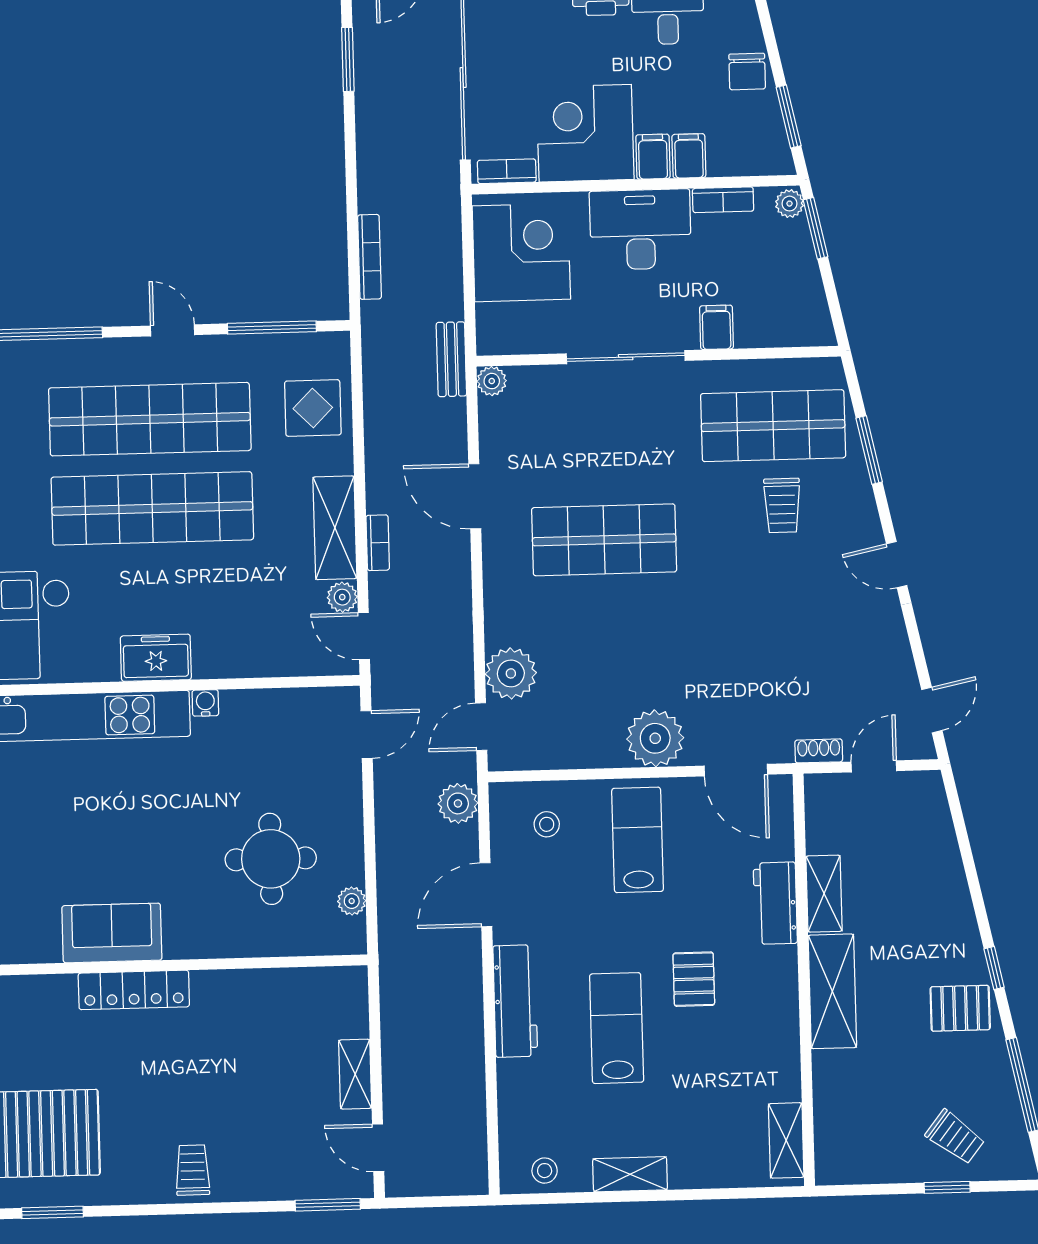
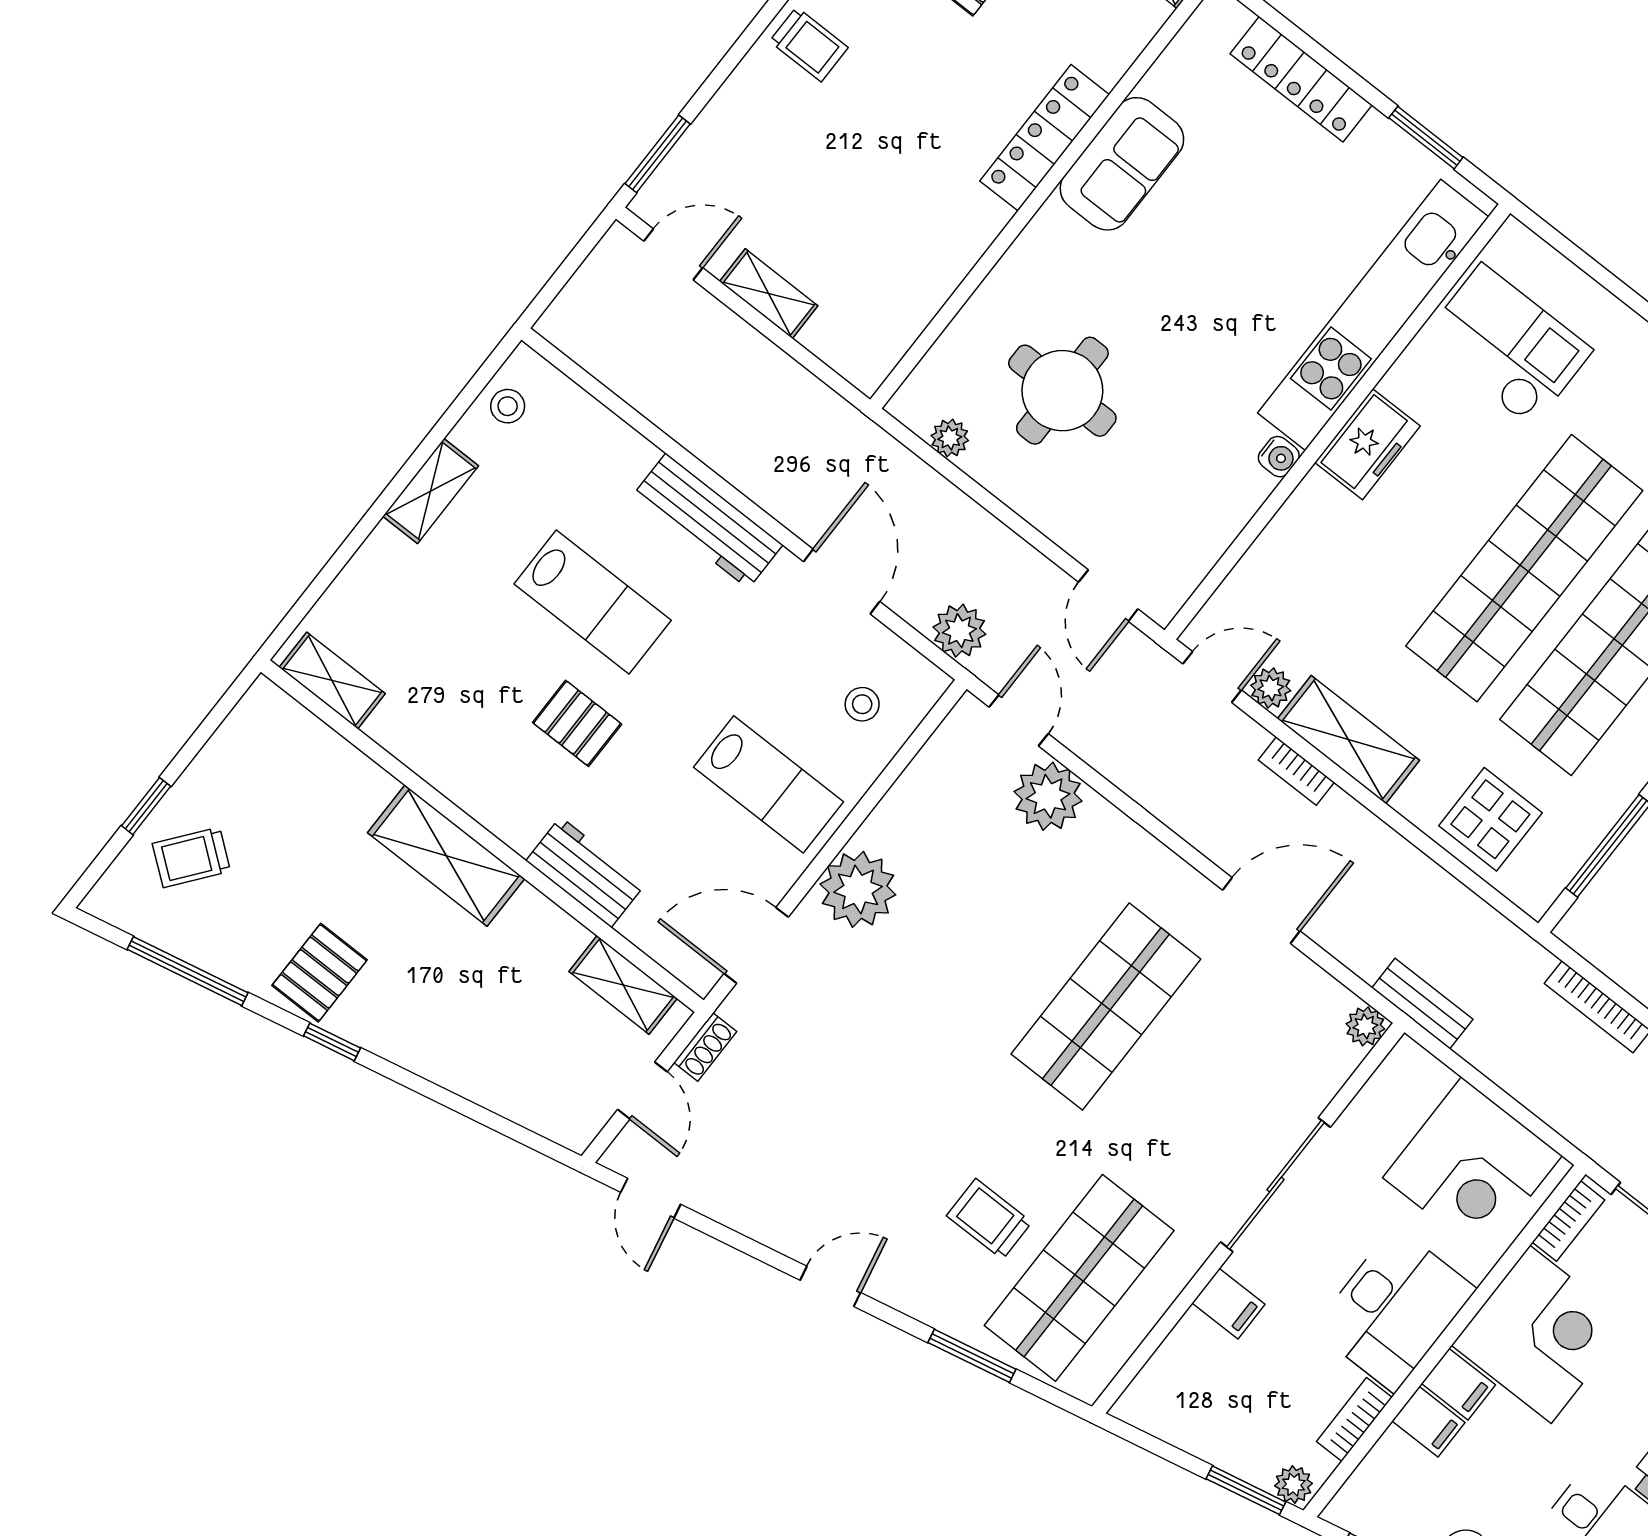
shelving: (824, 894) -> (623, 985), moved

